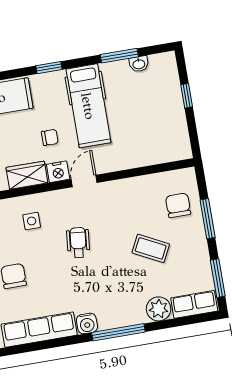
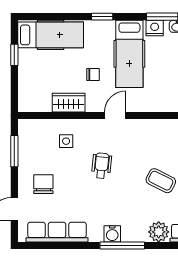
nightstand: (58, 172) -> (155, 28), moved, turned 180
water cooler: (87, 324) -> (112, 234), moved

